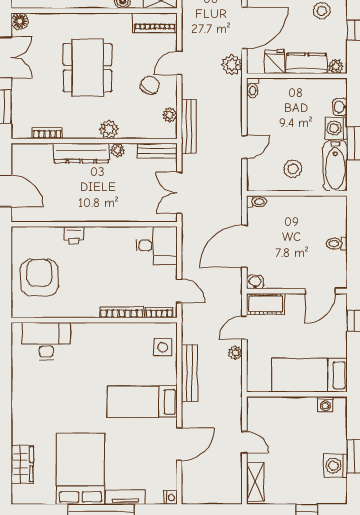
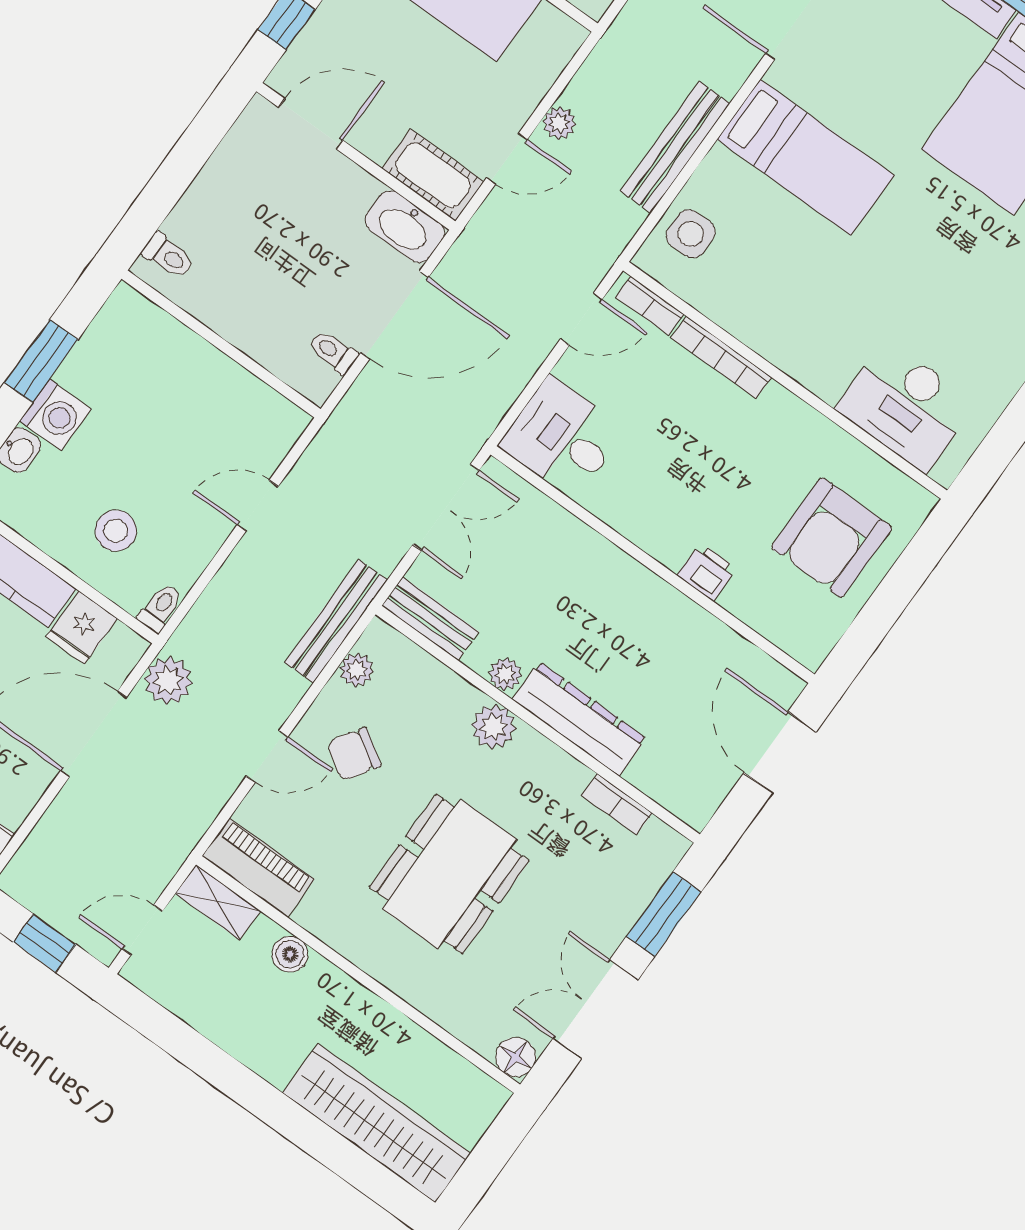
bathtub: (335, 166) -> (109, 344), removed
stool: (293, 169) -> (116, 531), moved
toilet: (256, 202) -> (333, 352), moved
toilet: (337, 244) -> (168, 256), moved
washbasin: (255, 282) -> (405, 227), width x1.91, depth x1.45
door: (179, 291) -> (581, 319), swing flipped

